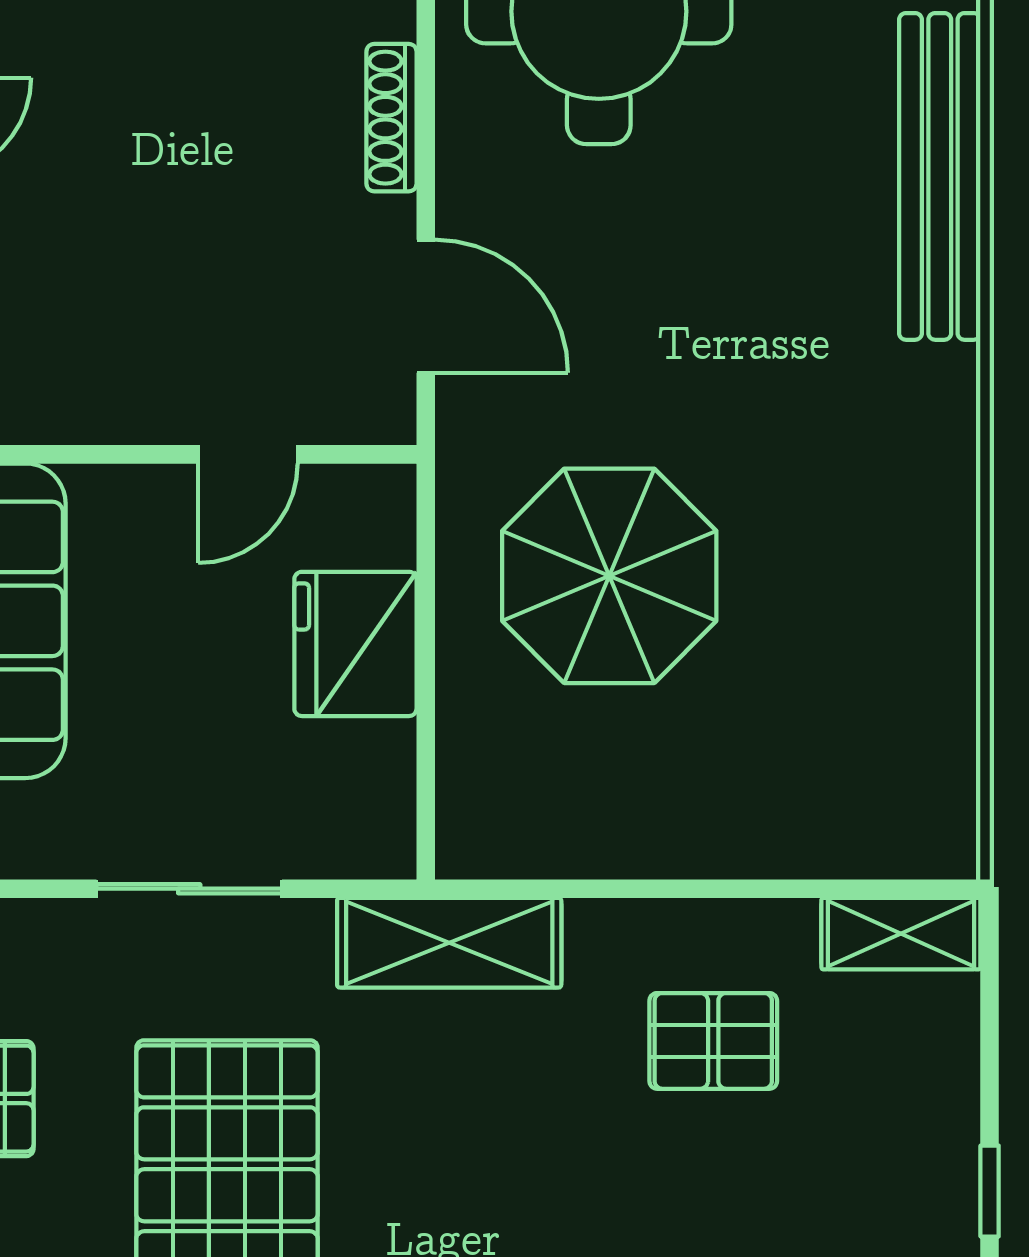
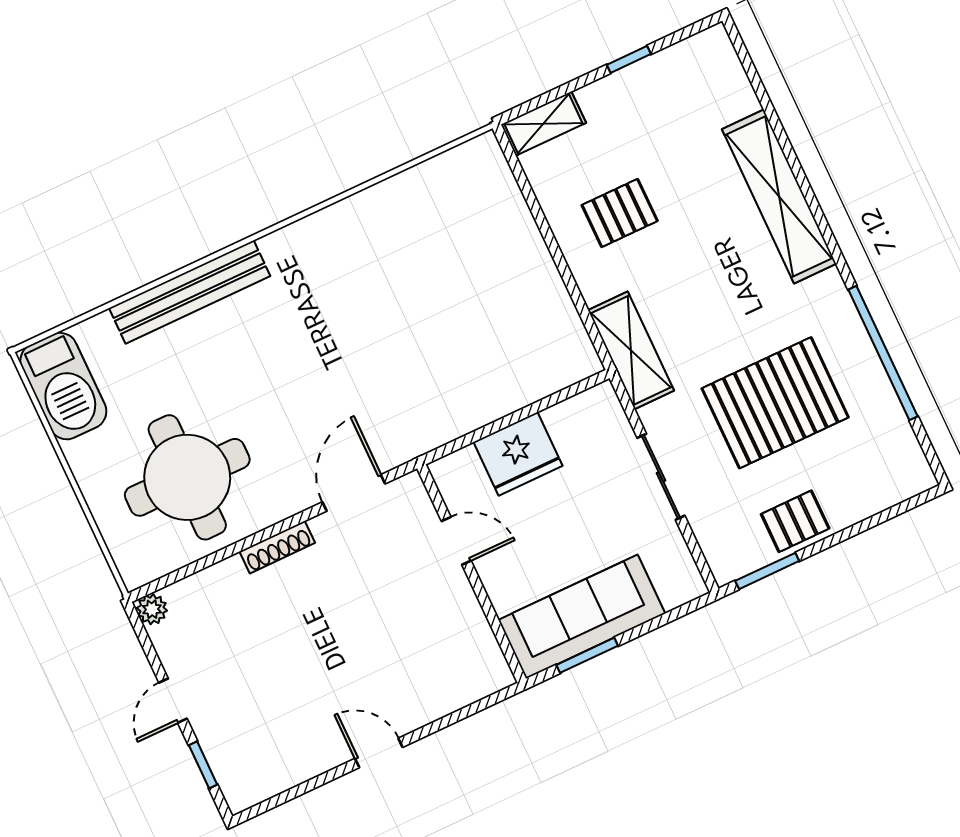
parasol: (609, 576) -> (435, 356), removed
shelving: (901, 934) -> (543, 124), moved, turned 90
pallet: (713, 1041) -> (620, 213), turned 90

